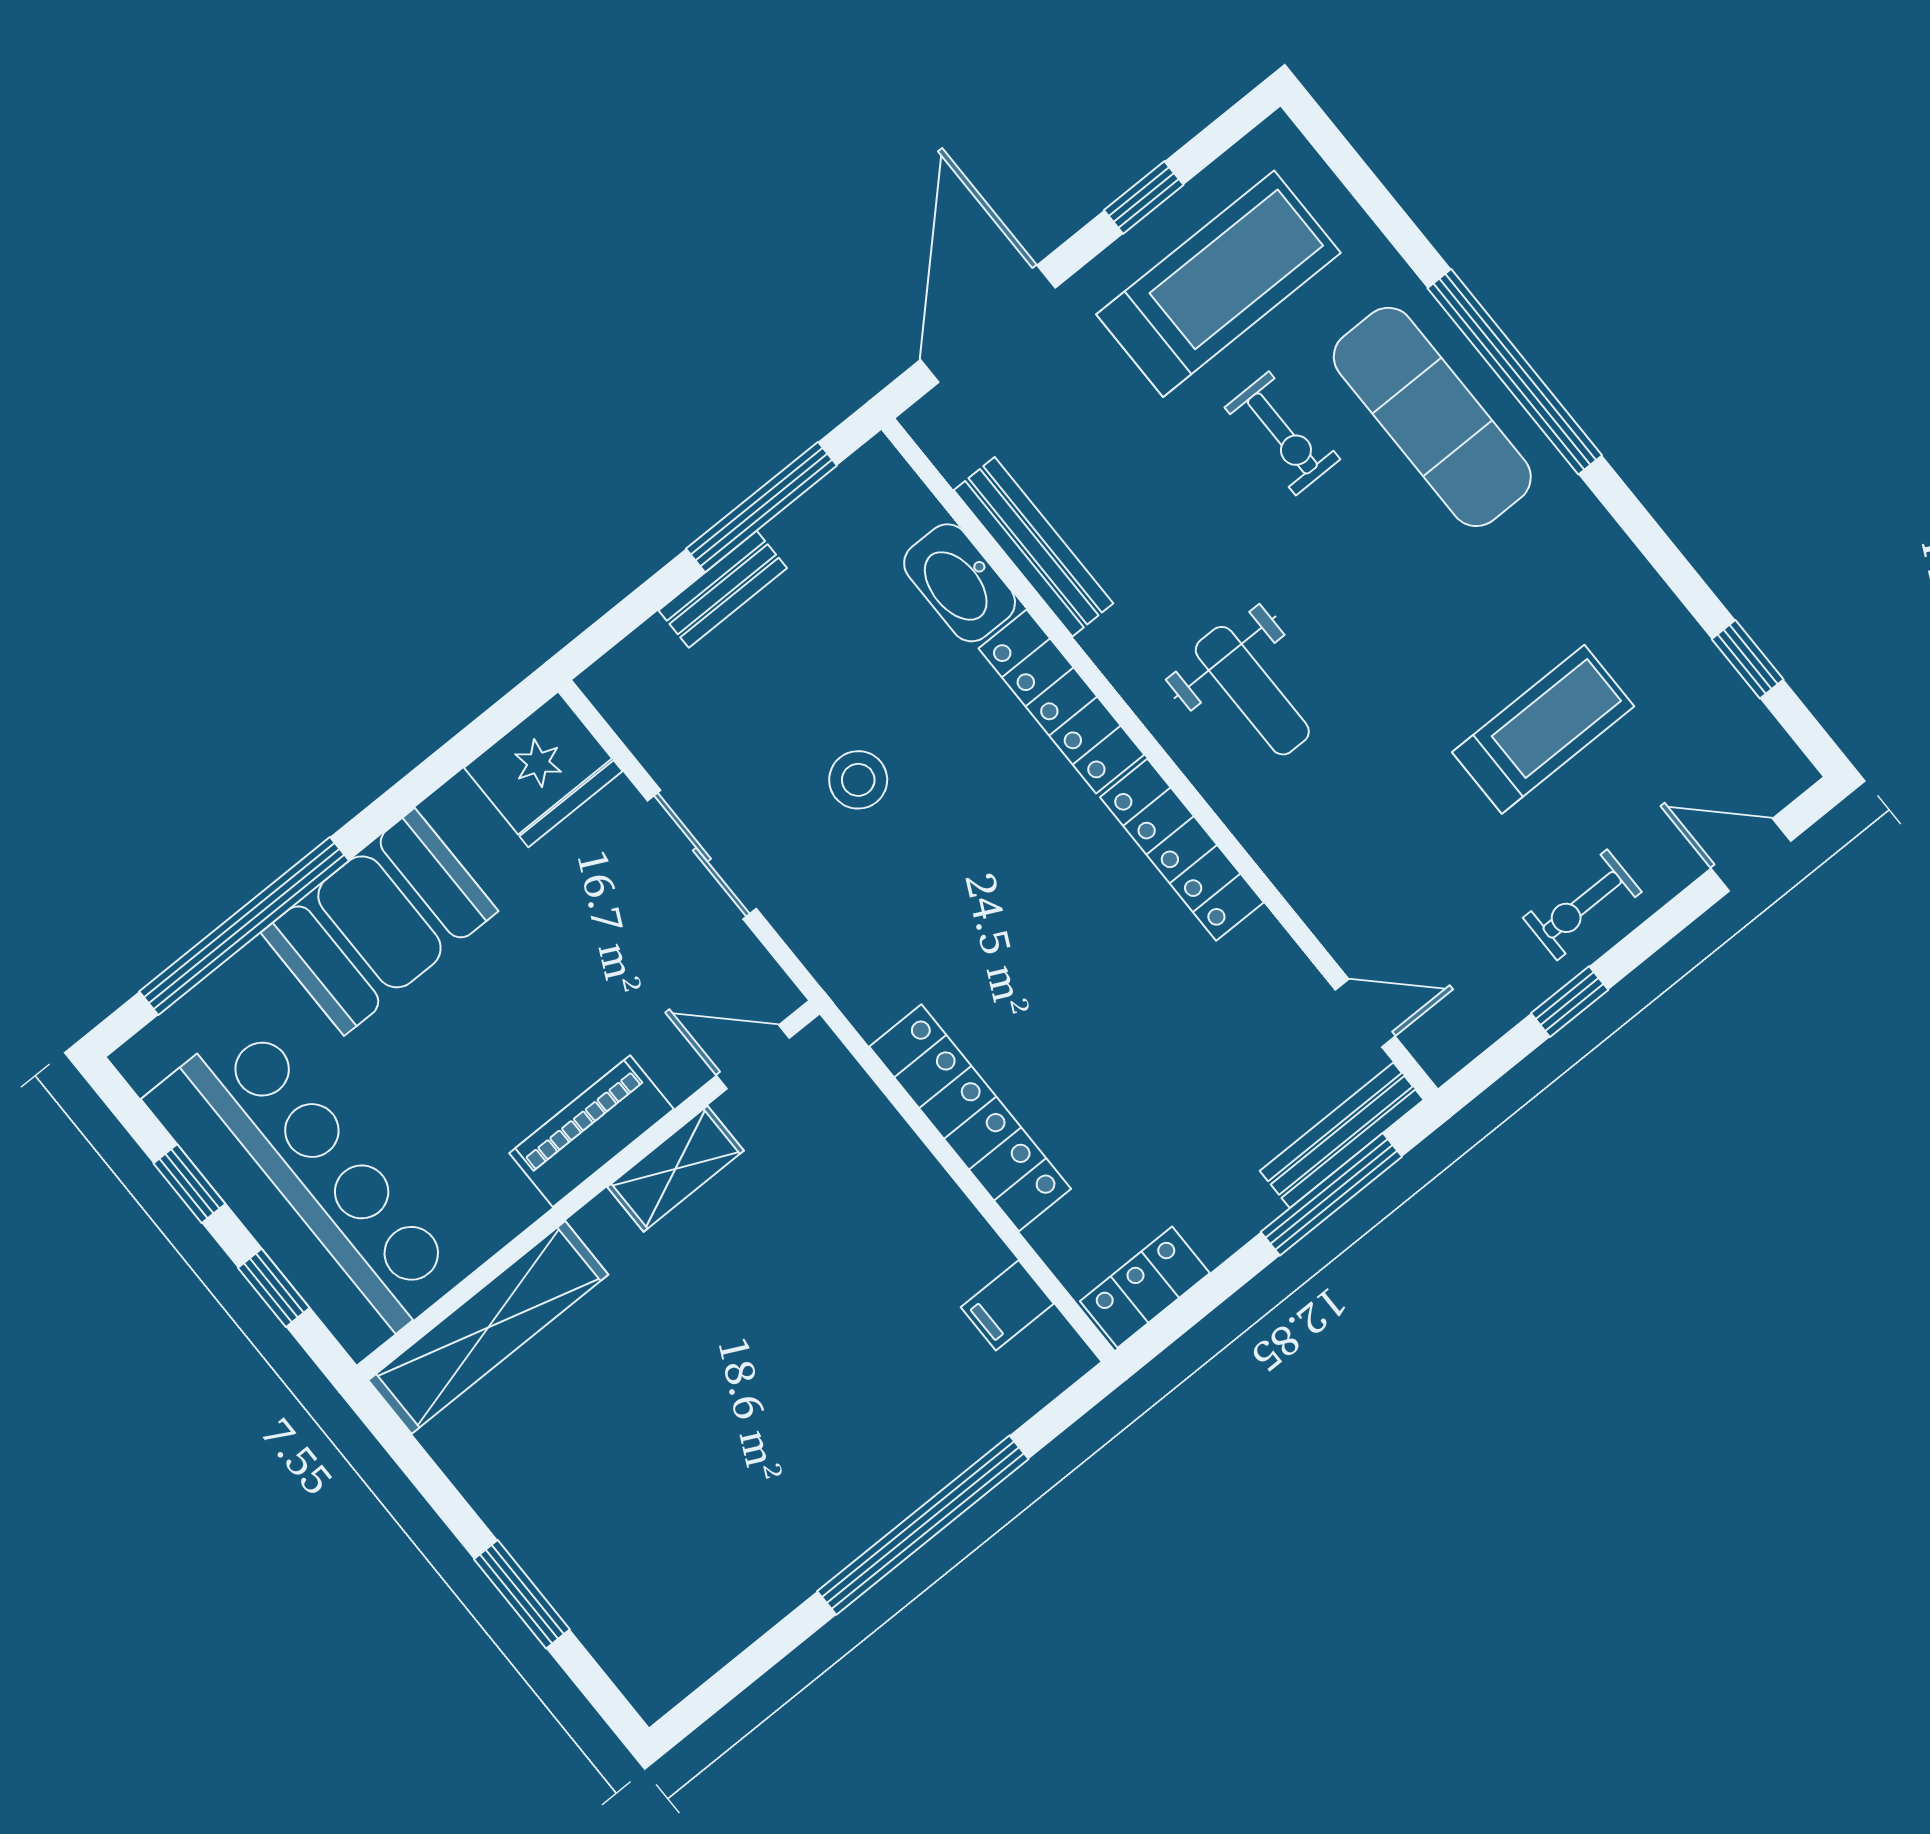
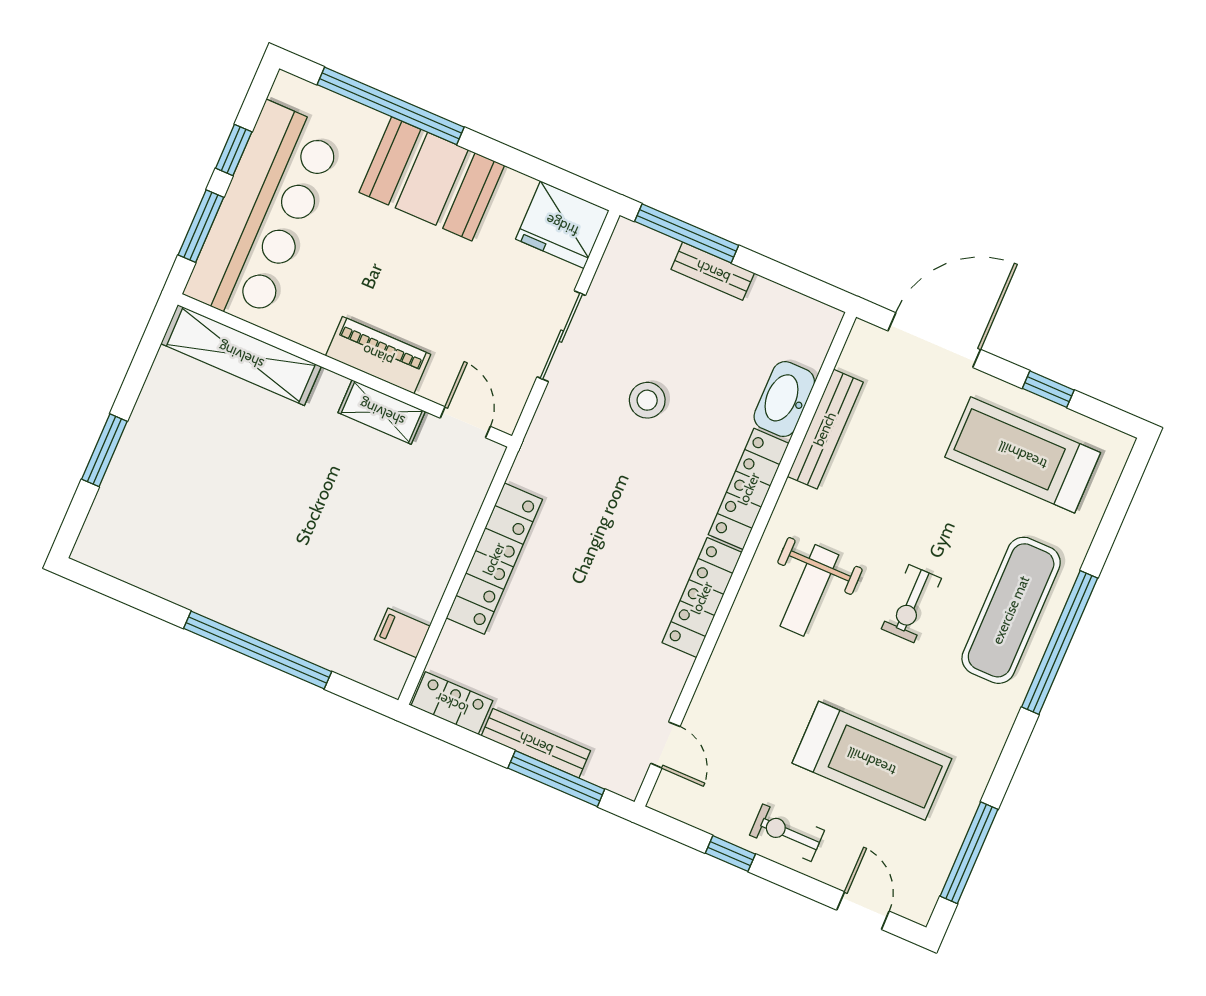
treadmill: (1219, 284) -> (1023, 455), turned 180
exercise bike: (1282, 433) -> (911, 604), moved
window: (761, 507) -> (687, 233), moved
window: (1748, 659) -> (969, 853), width x2.17
treadmill: (1543, 729) -> (872, 761), width x1.37, depth x1.38
bench: (1342, 1135) -> (536, 743), moved
window: (274, 1288) -> (201, 226), width x1.50

